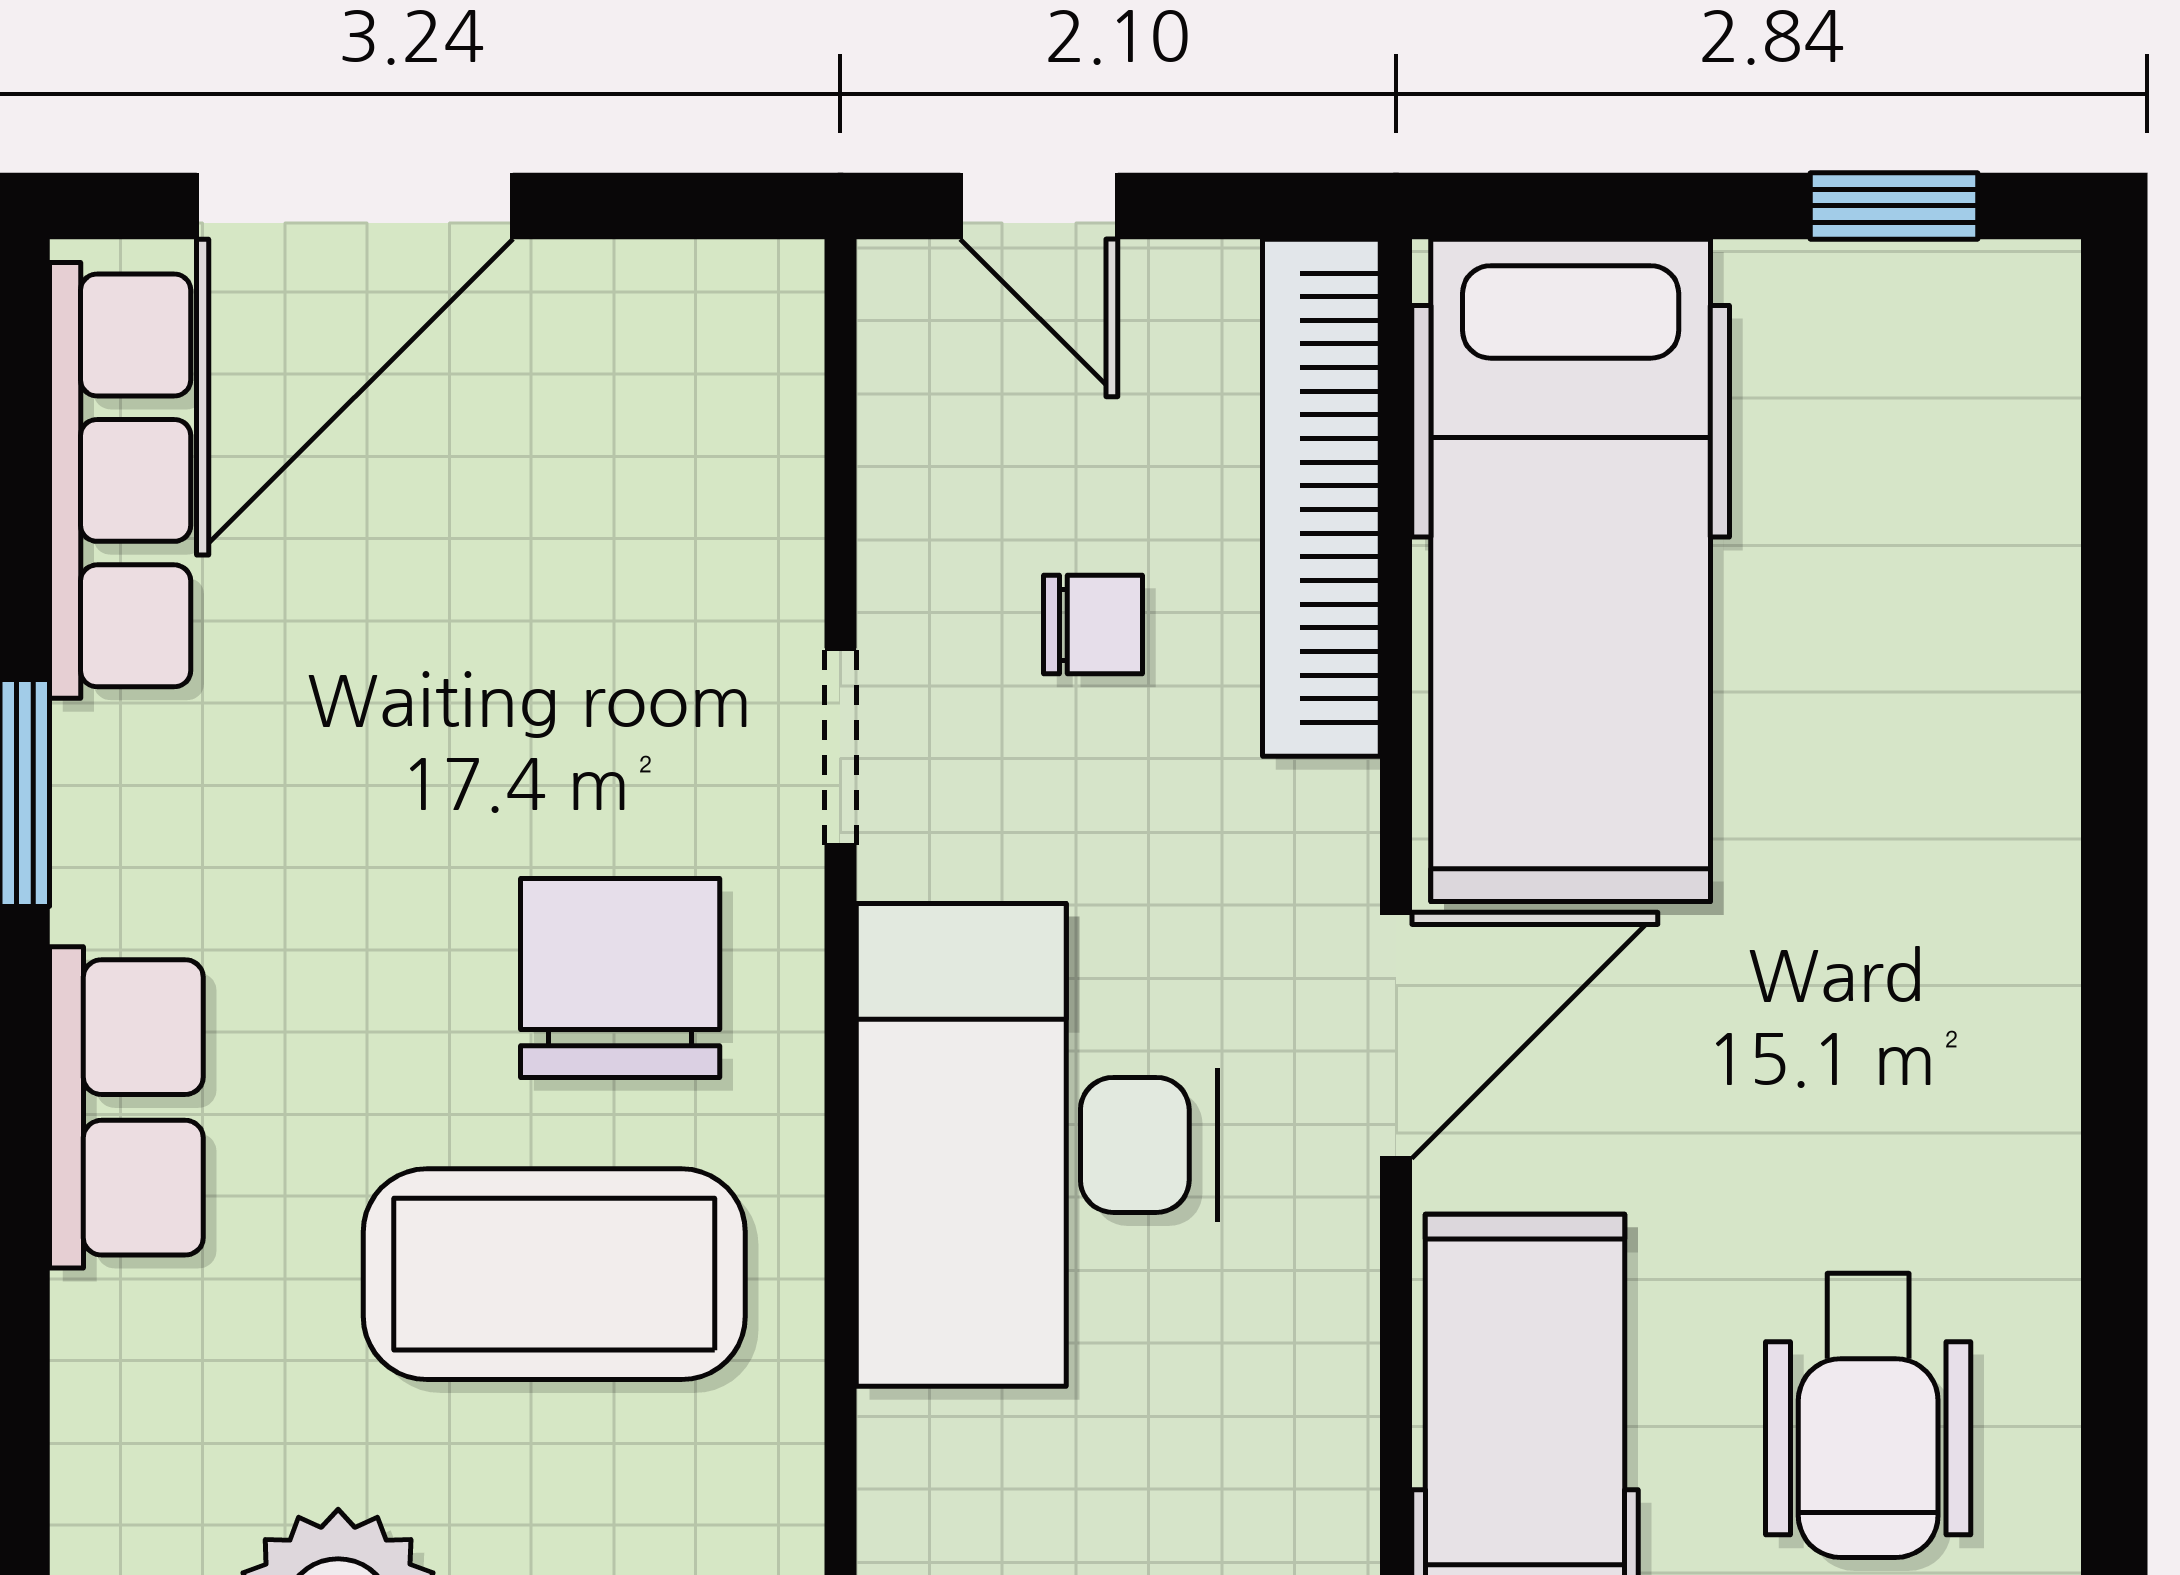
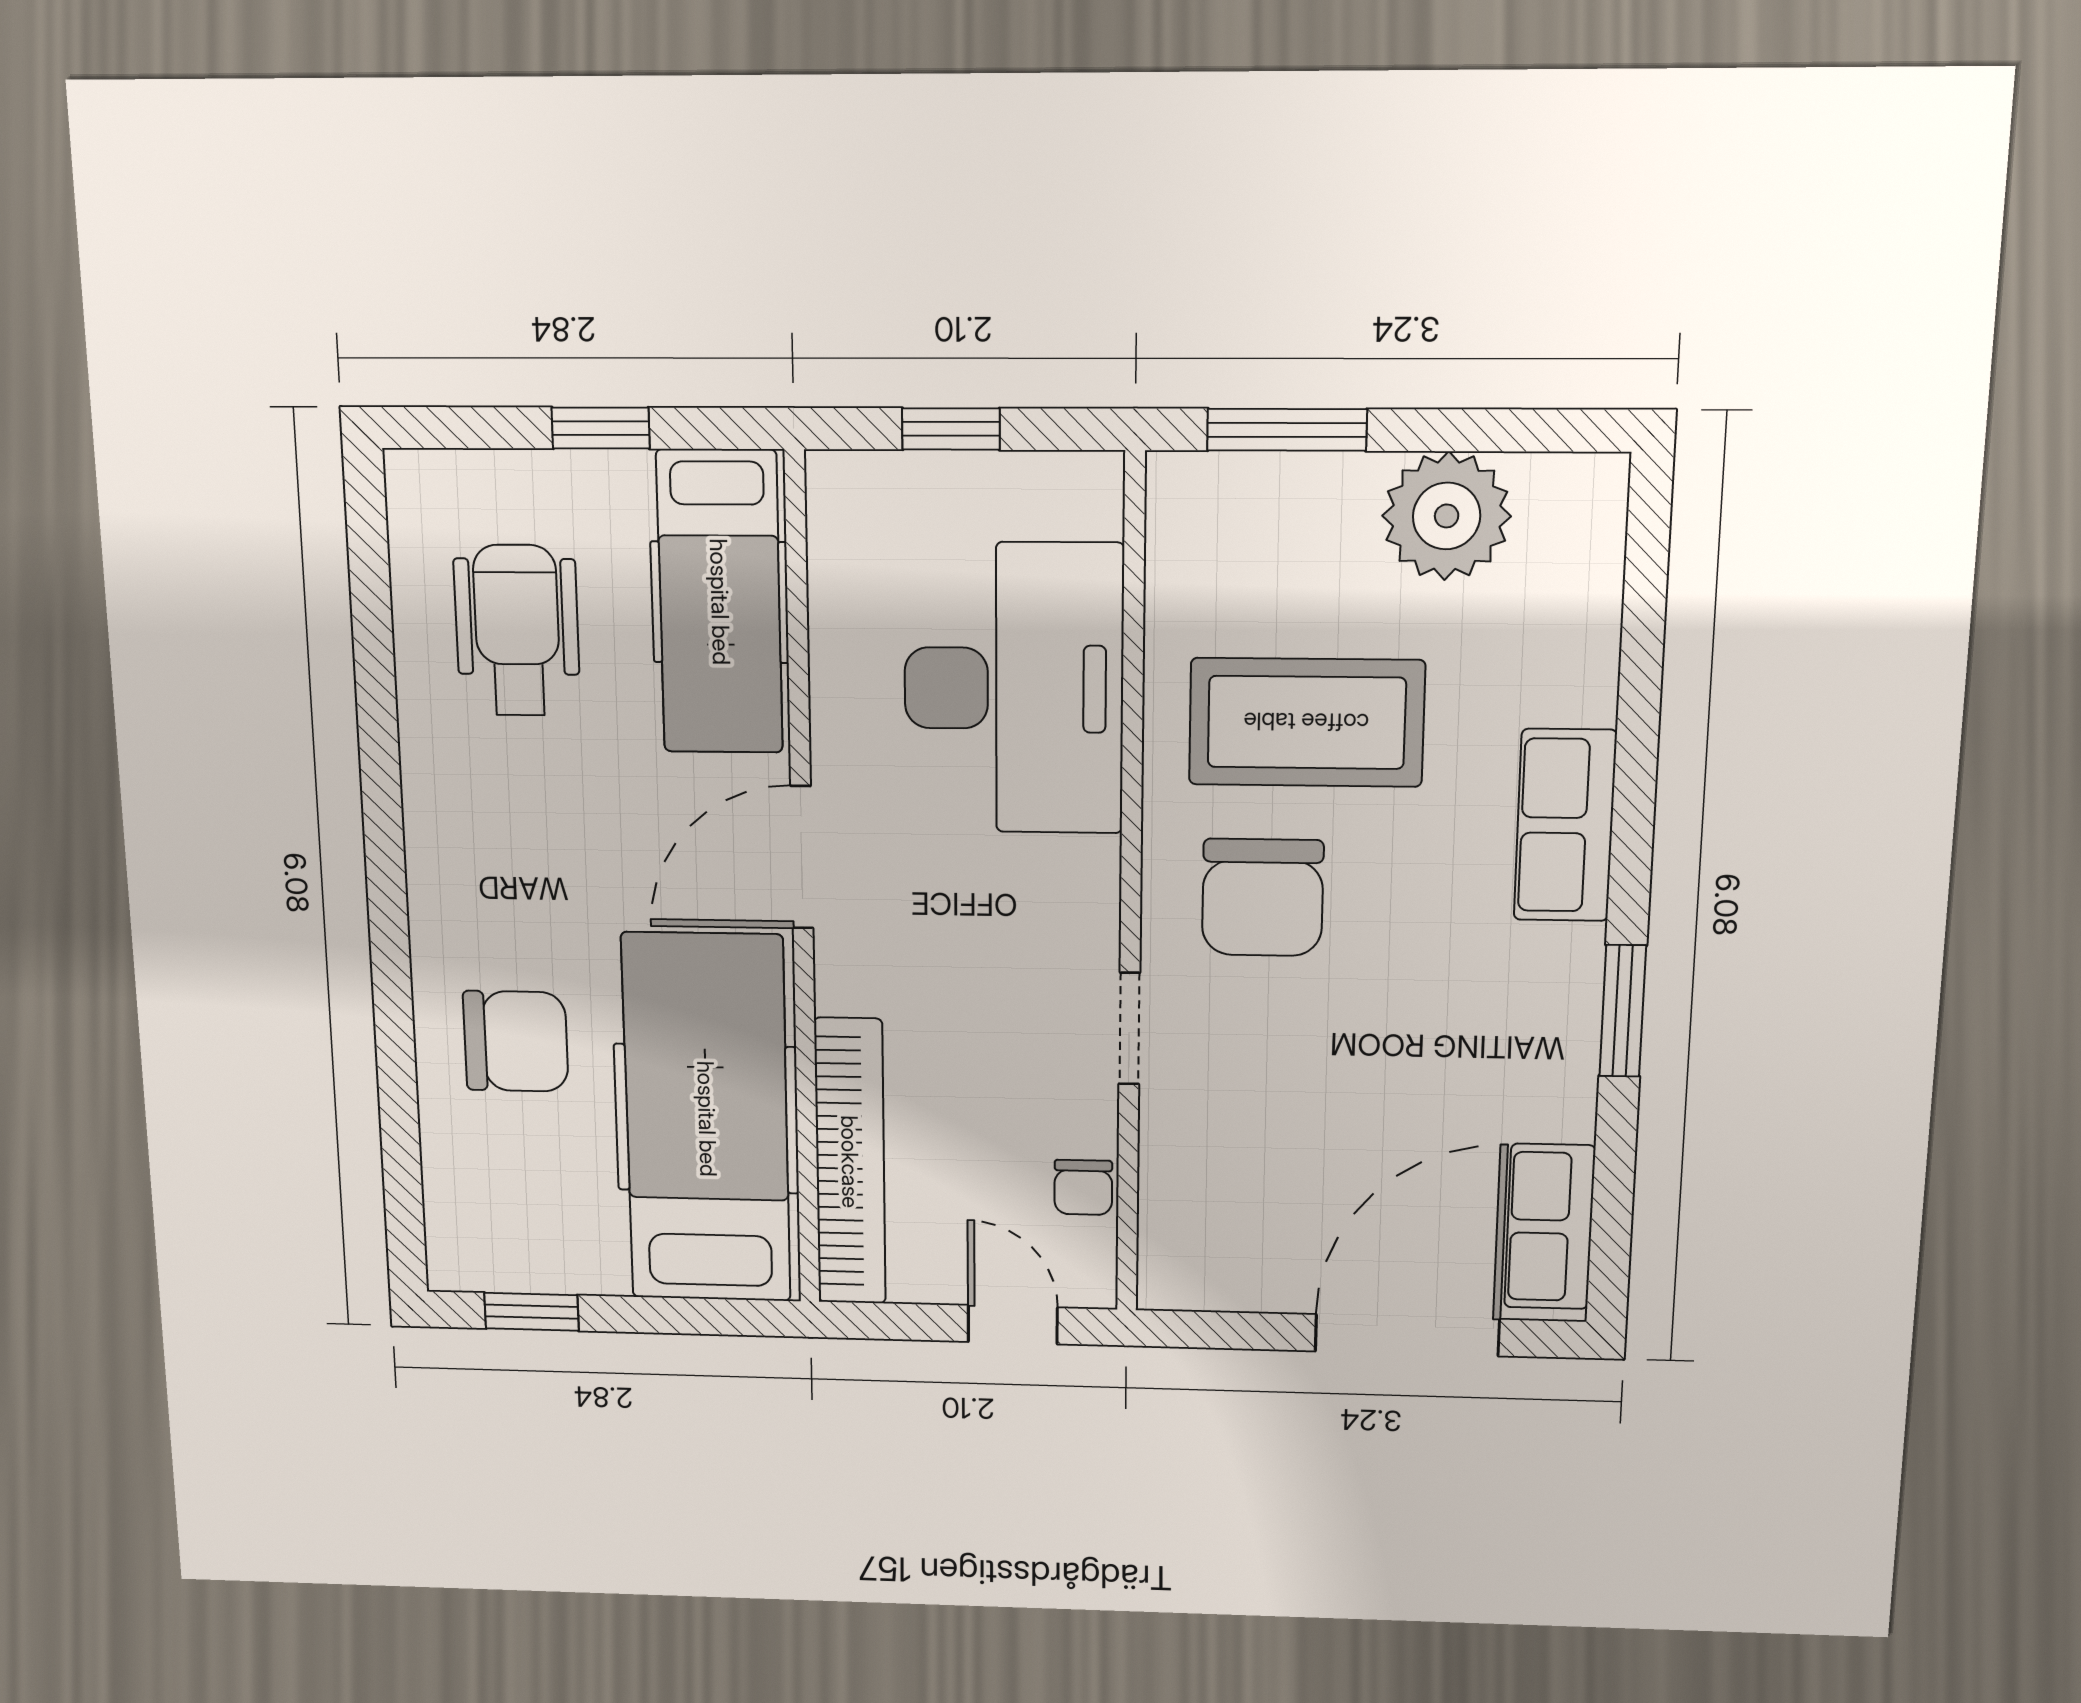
row of seats: (120, 480) -> (1550, 1227), width x0.68
chair: (1093, 625) -> (1083, 1187), moved, turned -90
chair: (1901, 703) -> (516, 1041), added
desk: (1037, 1145) -> (1014, 689), moved

